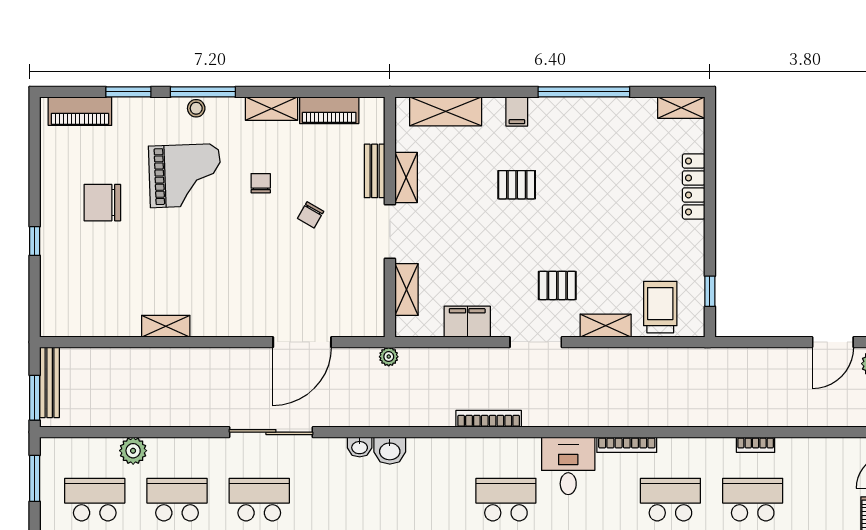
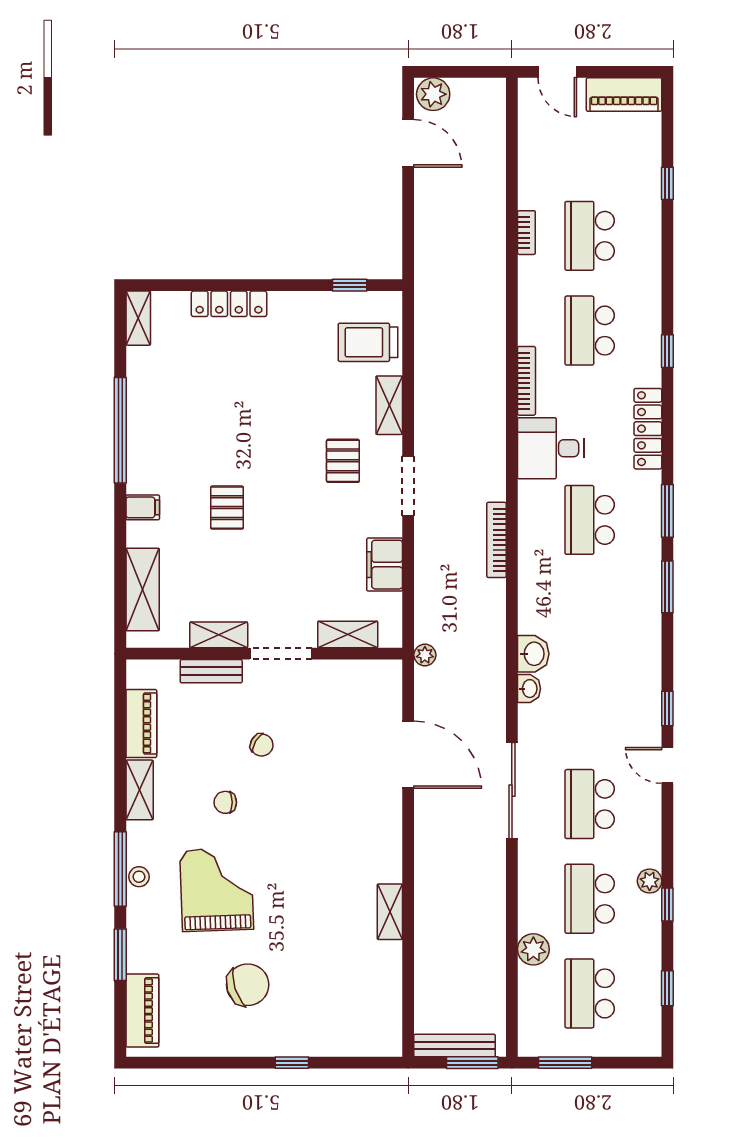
chair: (102, 203) -> (248, 985), turned -108

